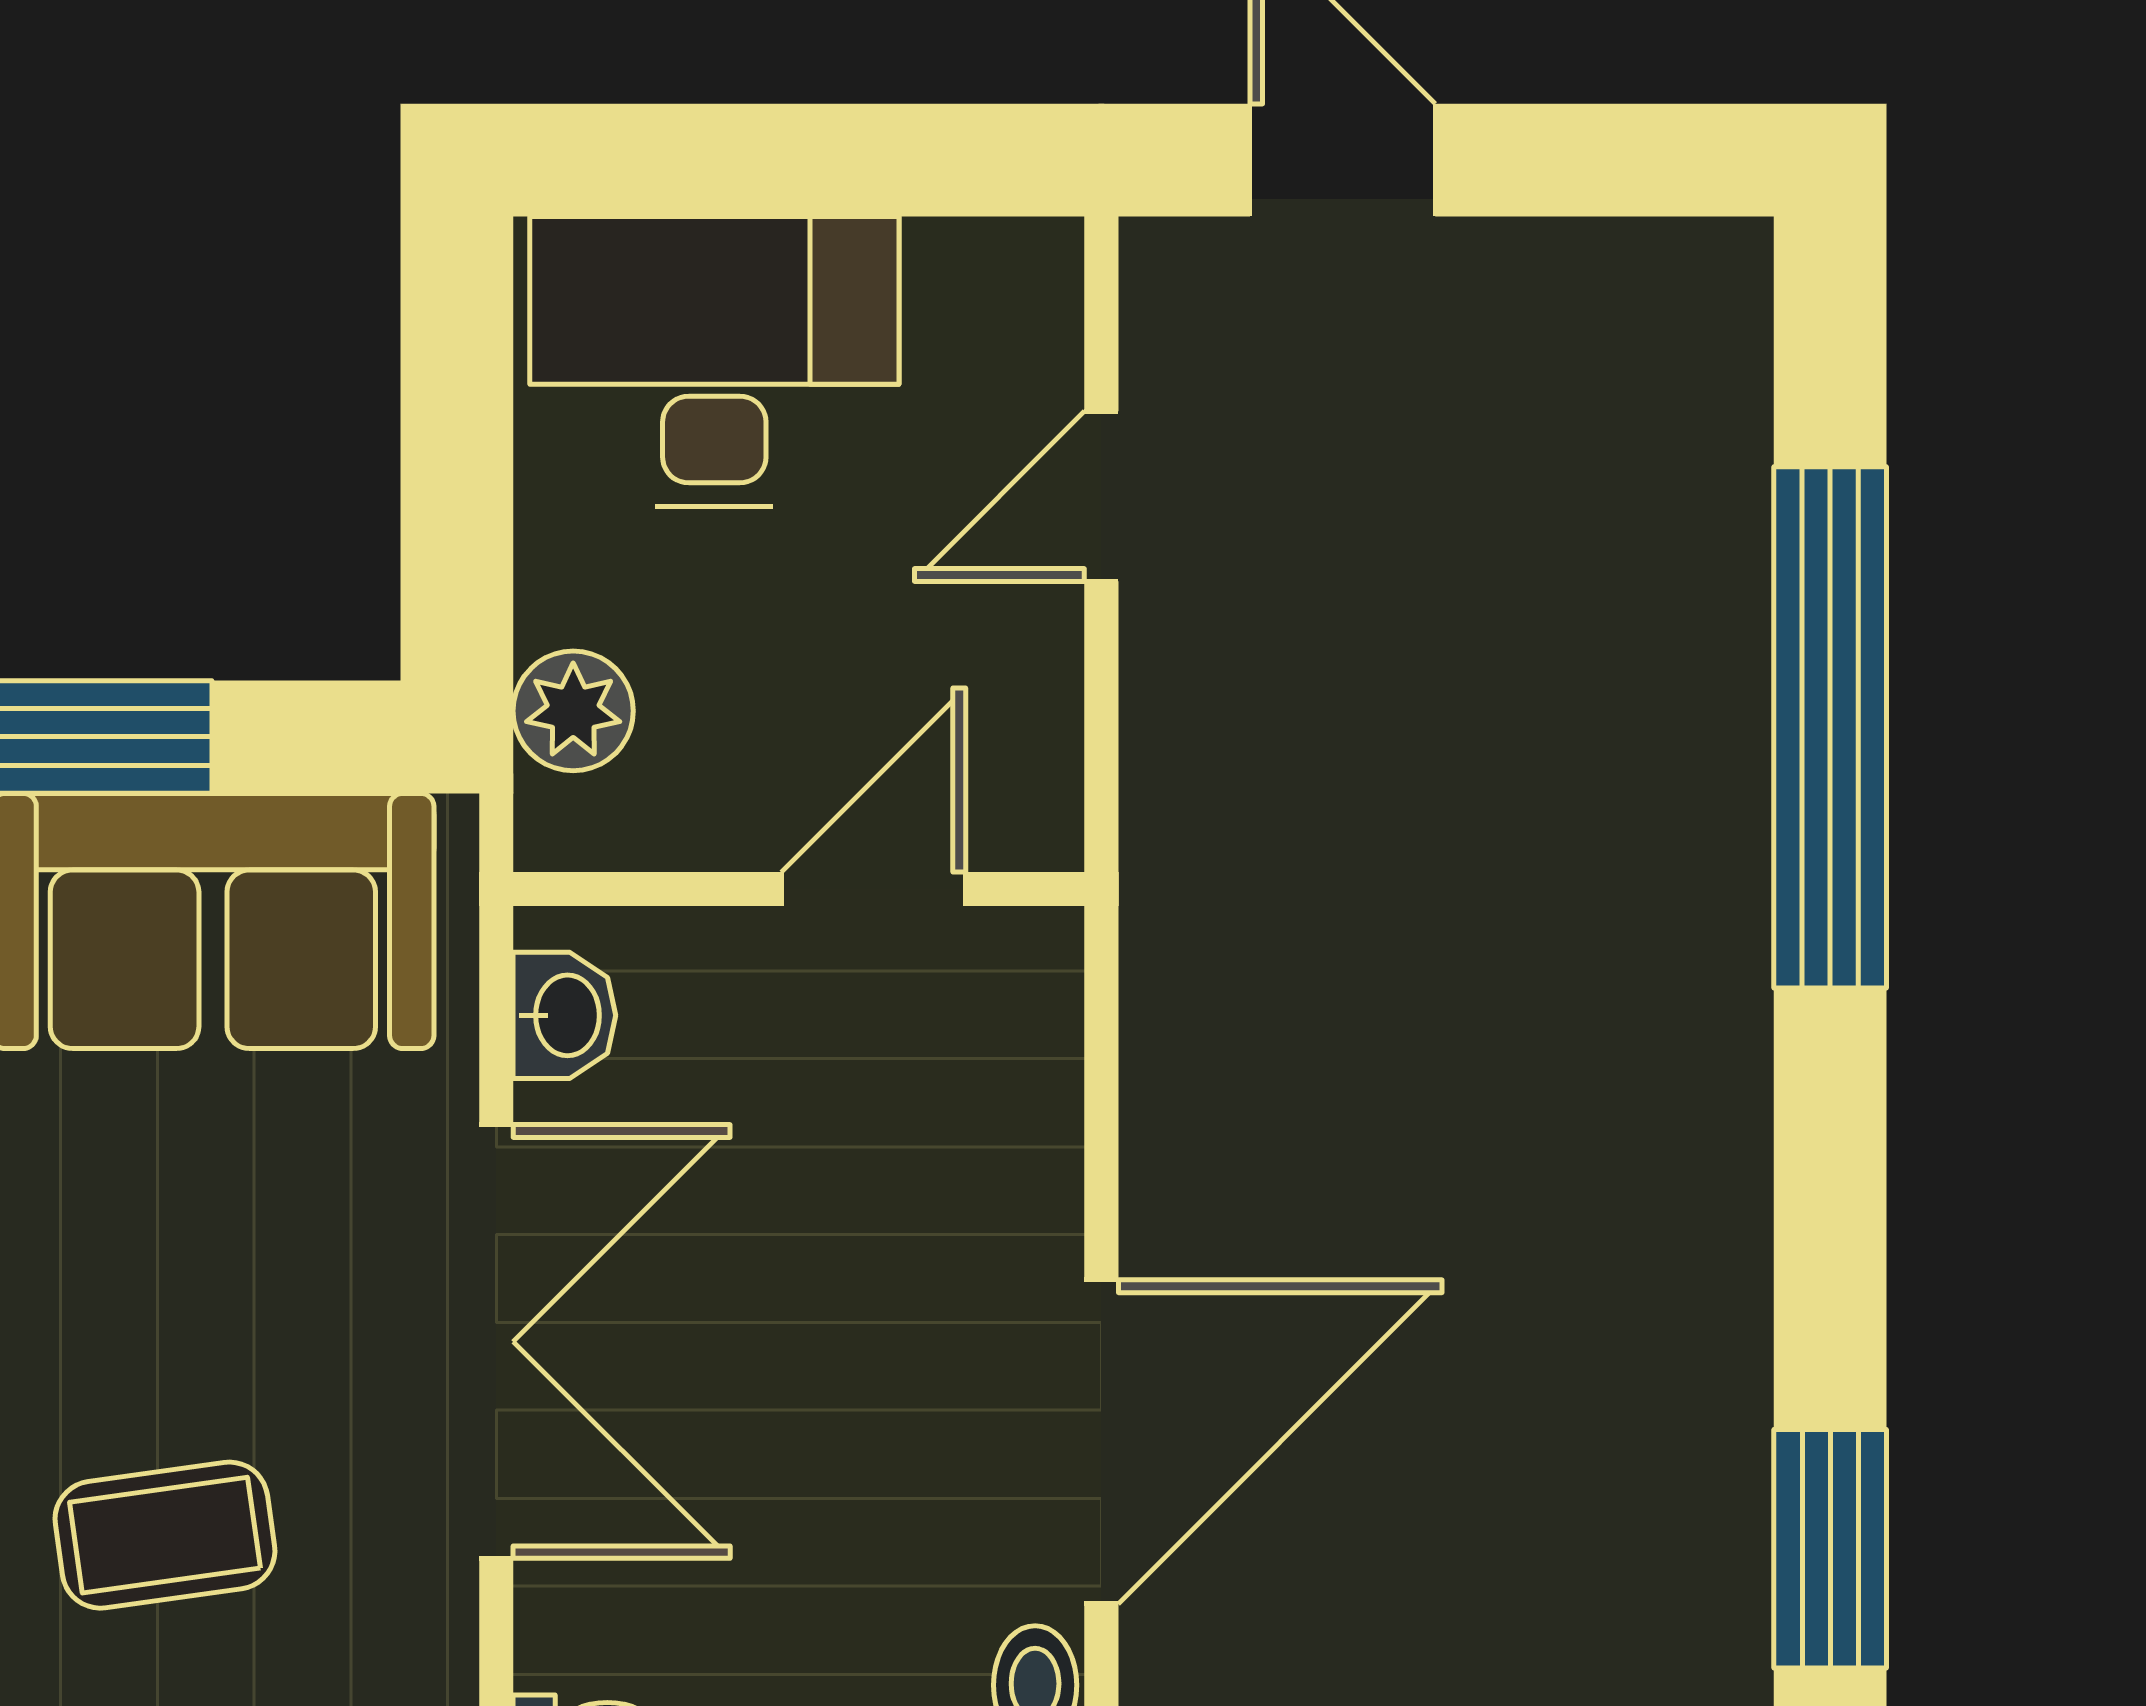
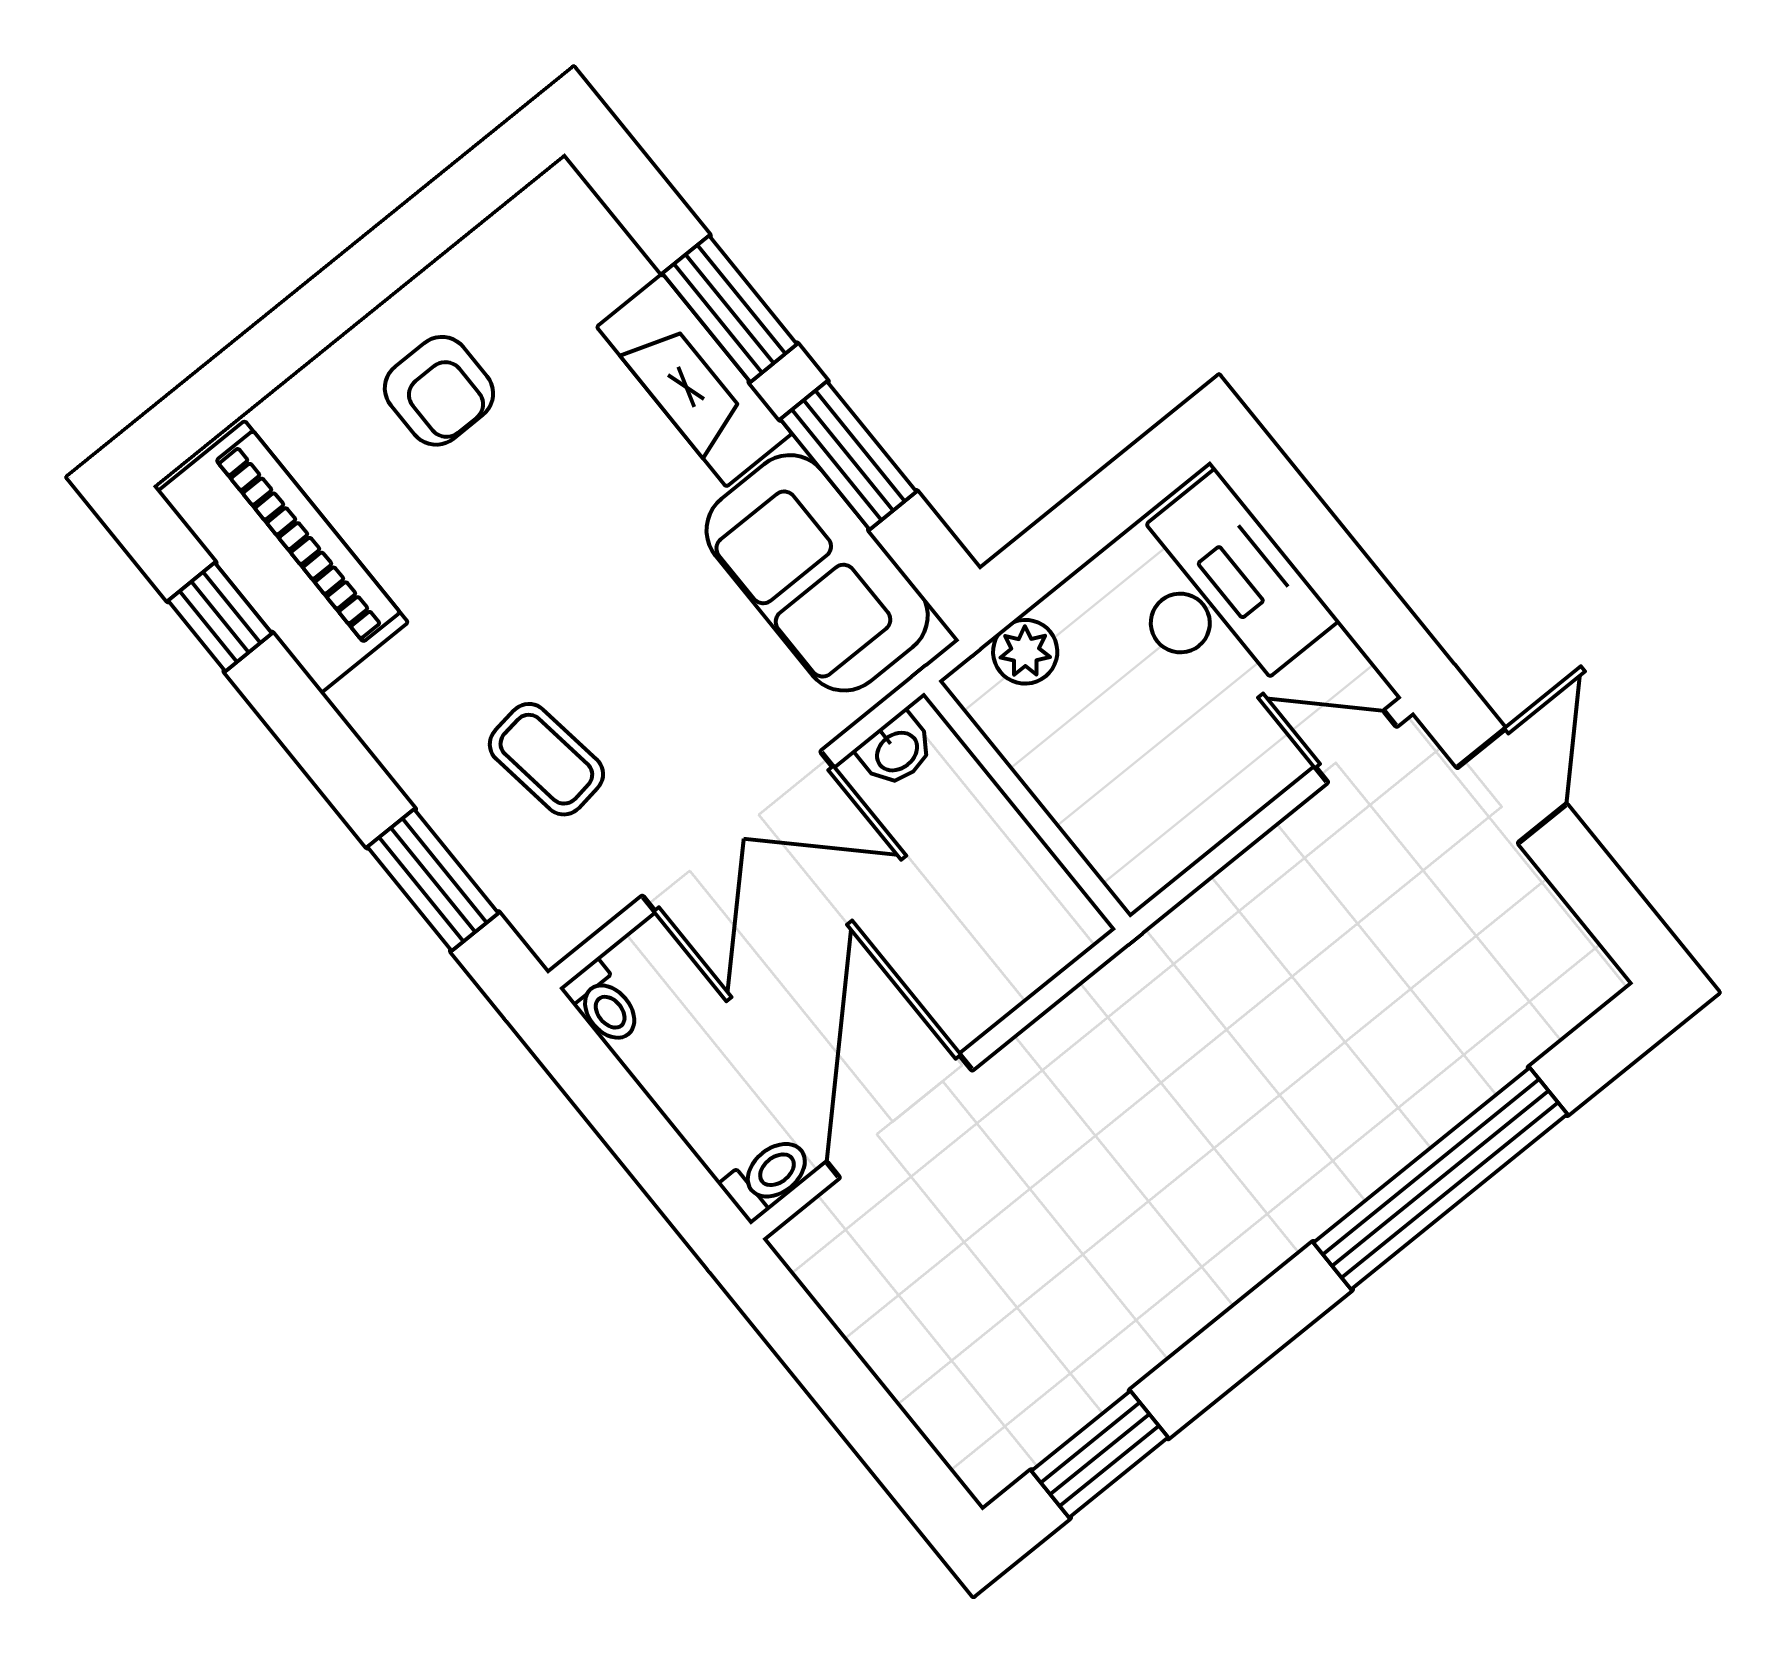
door: (1101, 496) -> (1356, 747), moved
door: (874, 889) -> (1052, 836), removed
door: (1101, 1442) -> (899, 1116), swing flipped

